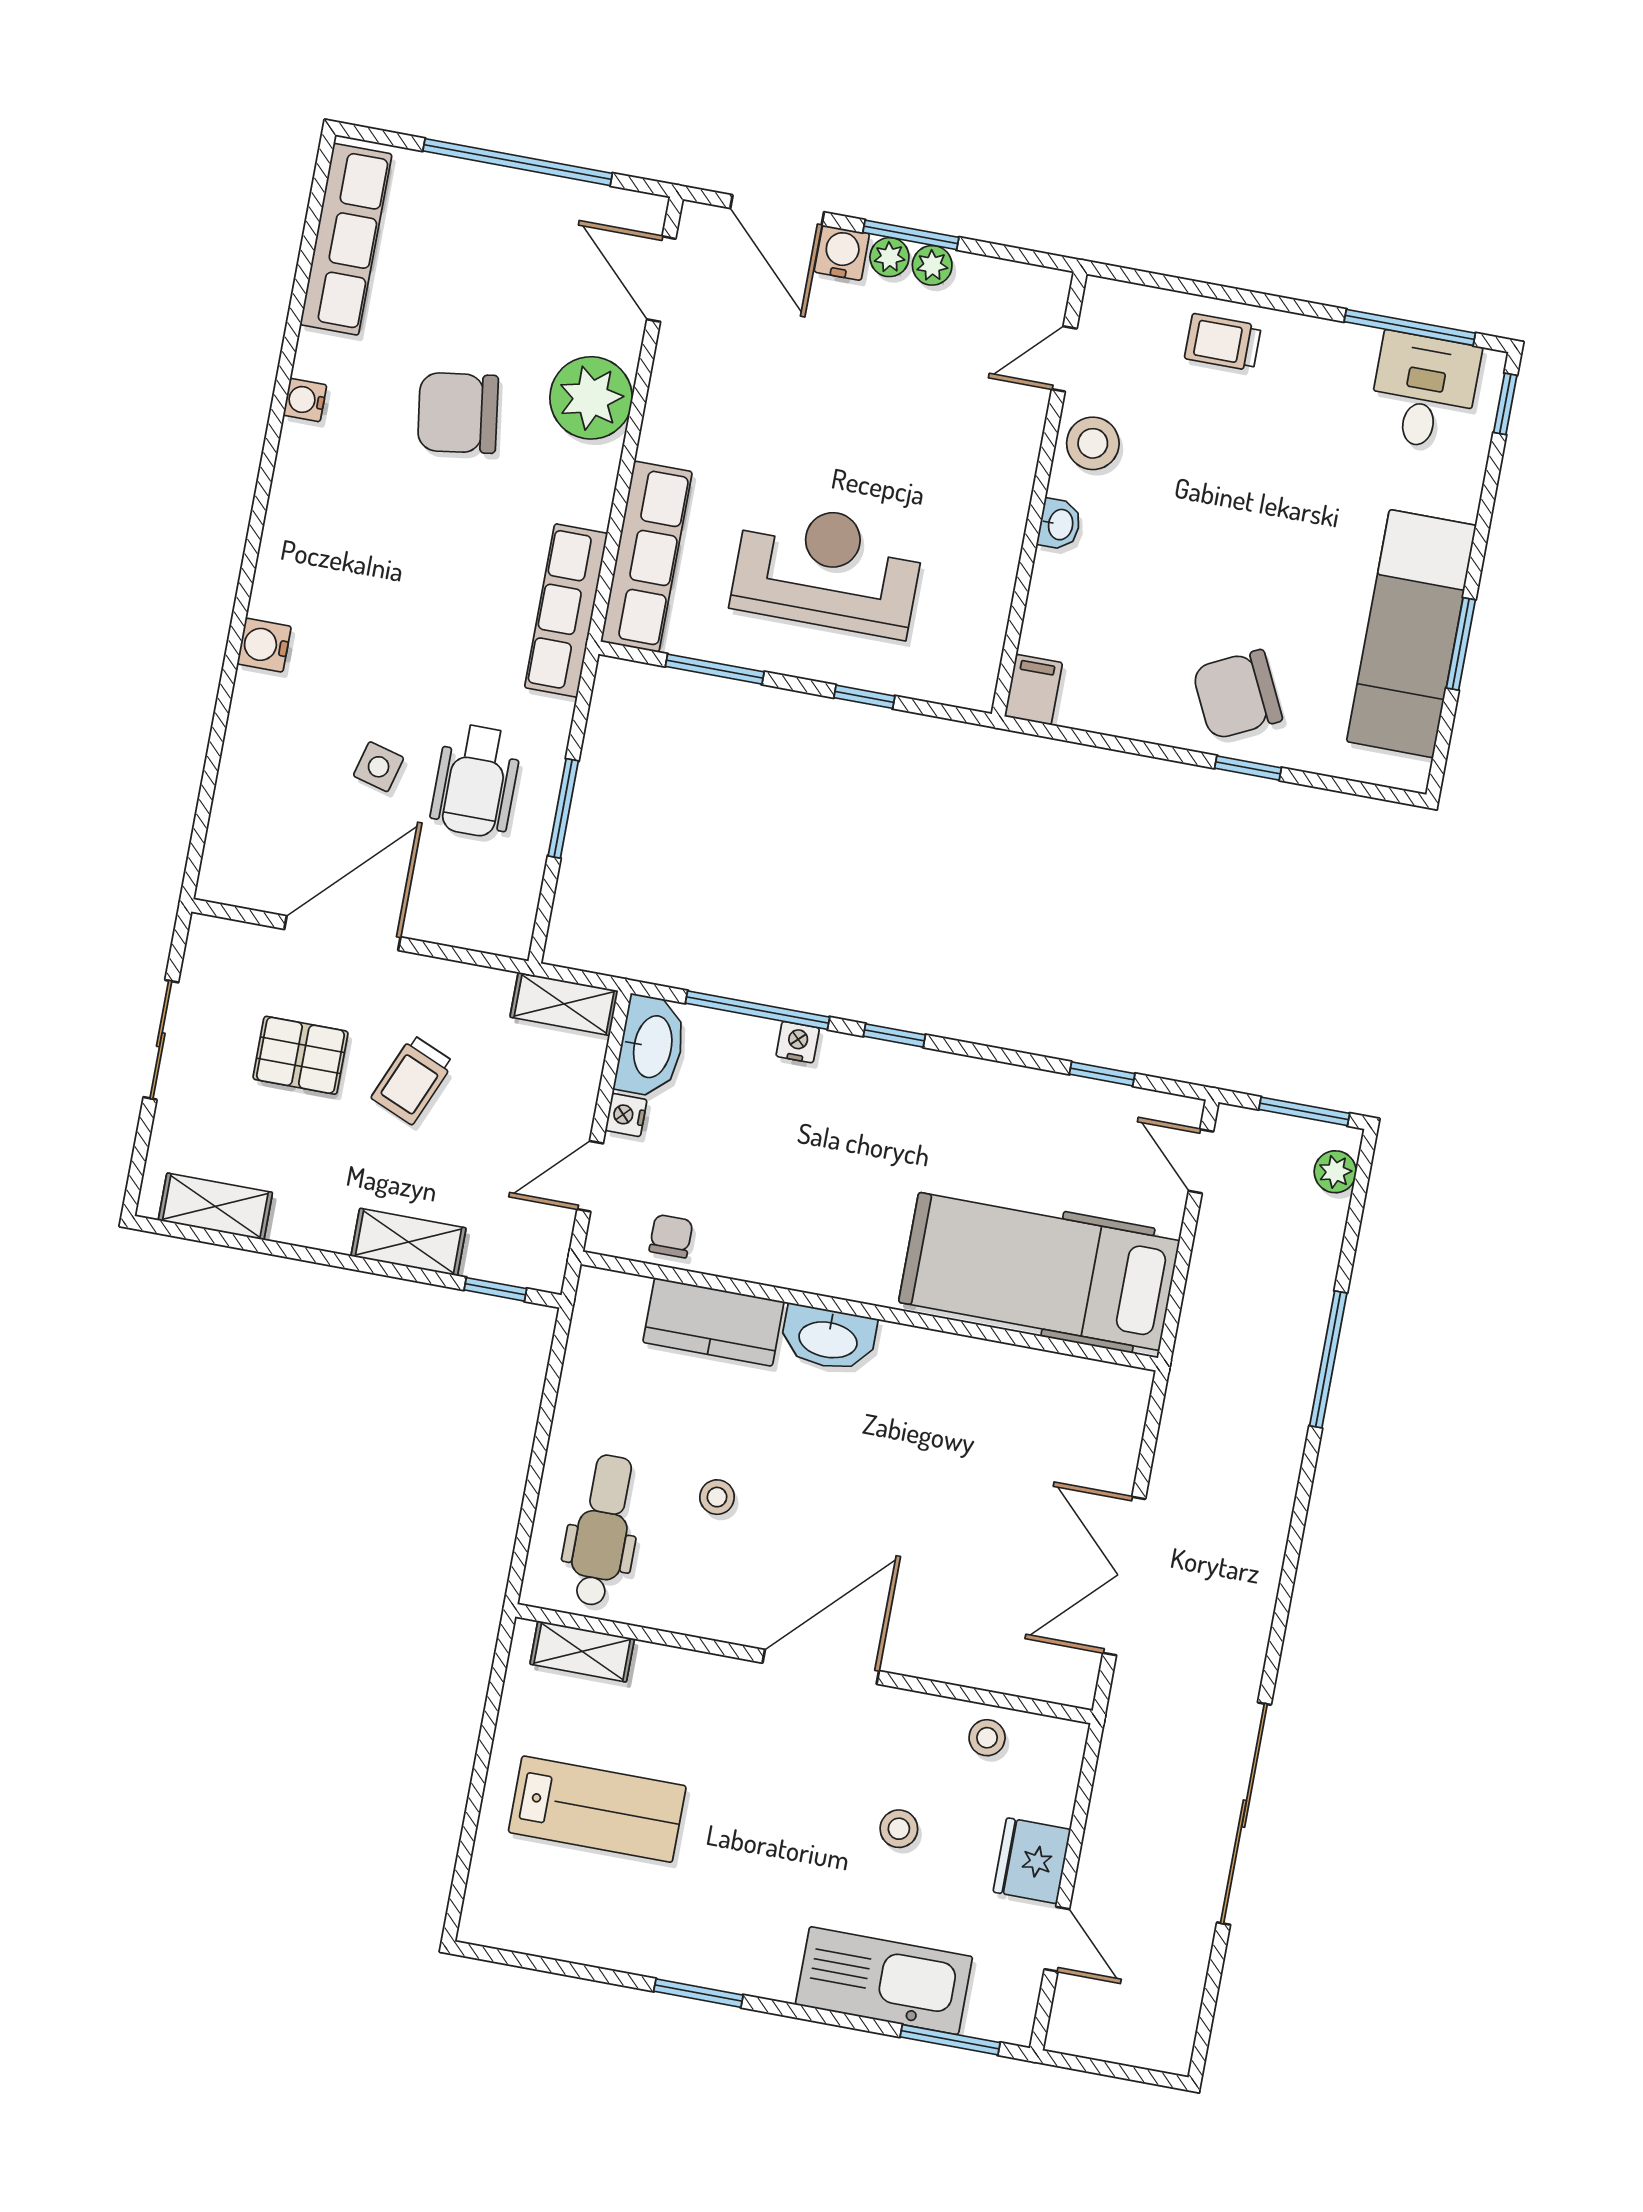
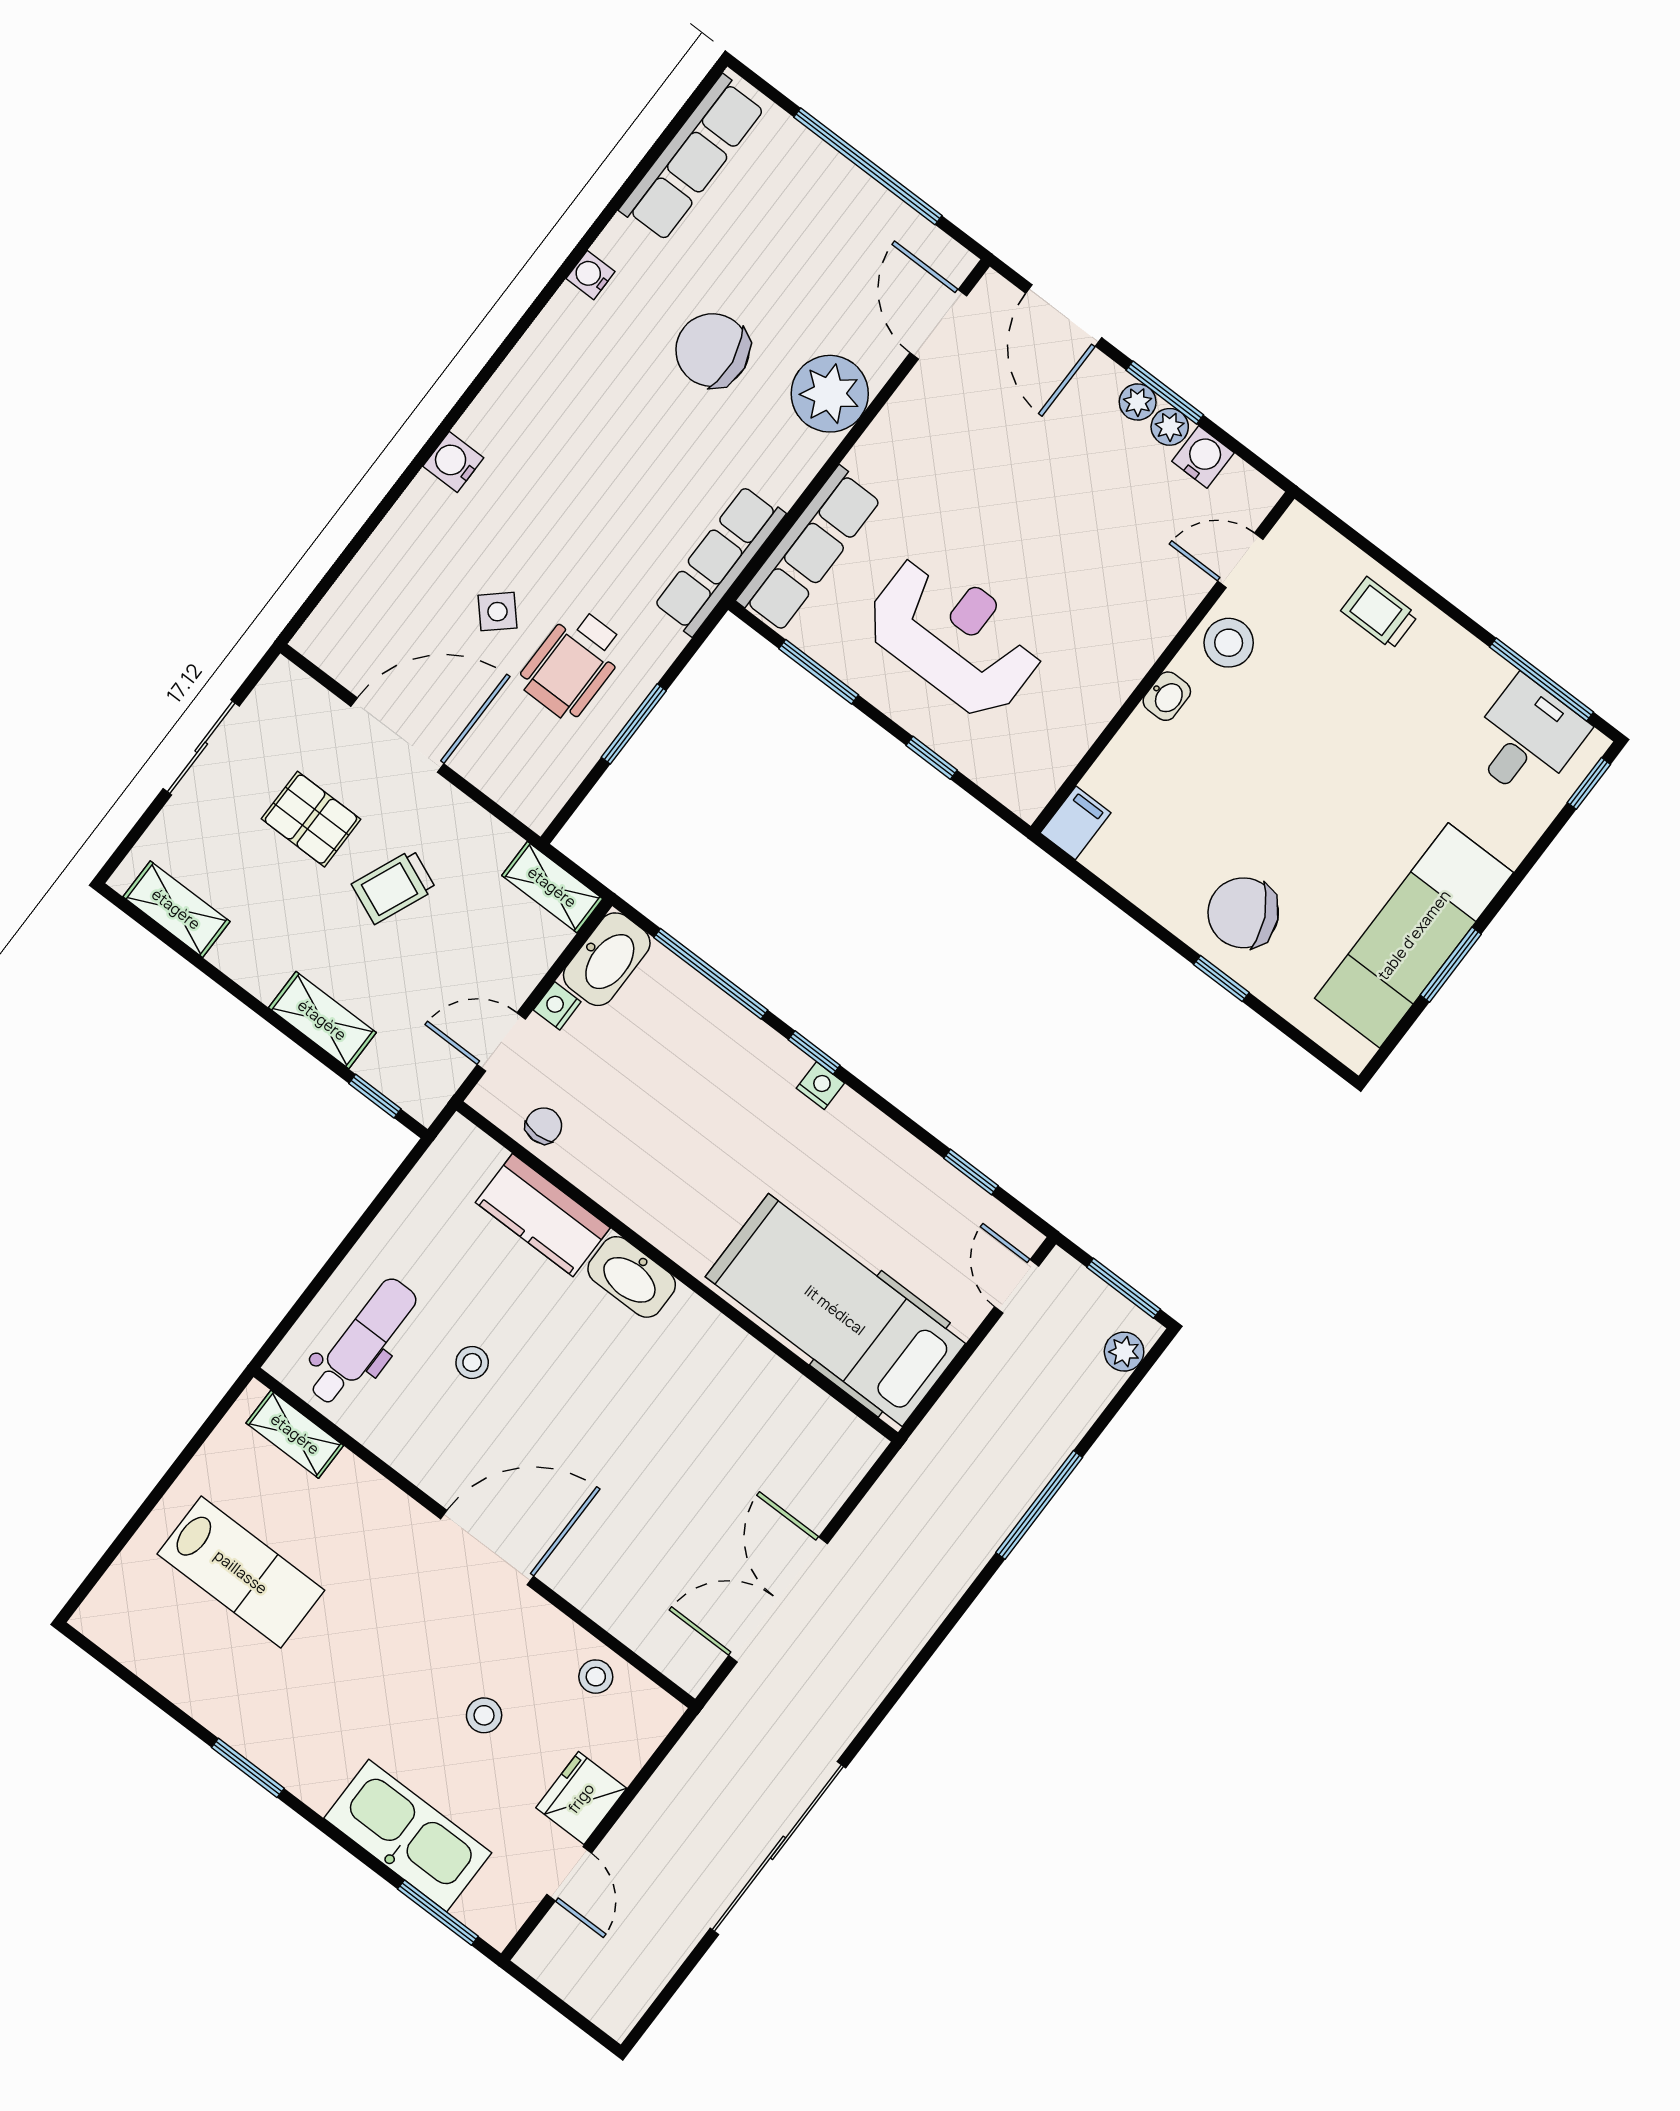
water cooler: (842, 253) -> (1203, 457), moved
side table: (379, 767) -> (497, 612), turned 33
nightstand: (798, 1042) -> (820, 1086), moved

